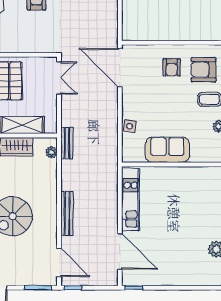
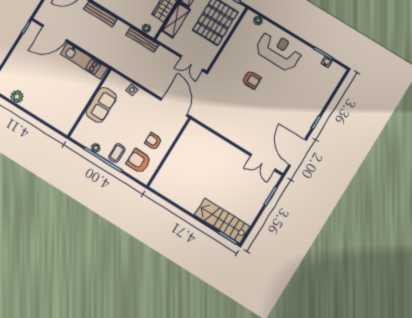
door: (120, 68) -> (174, 107), hinge flipped
armchair: (204, 70) -> (139, 161), turned -90
bench: (67, 143) -> (142, 40), width x1.36

